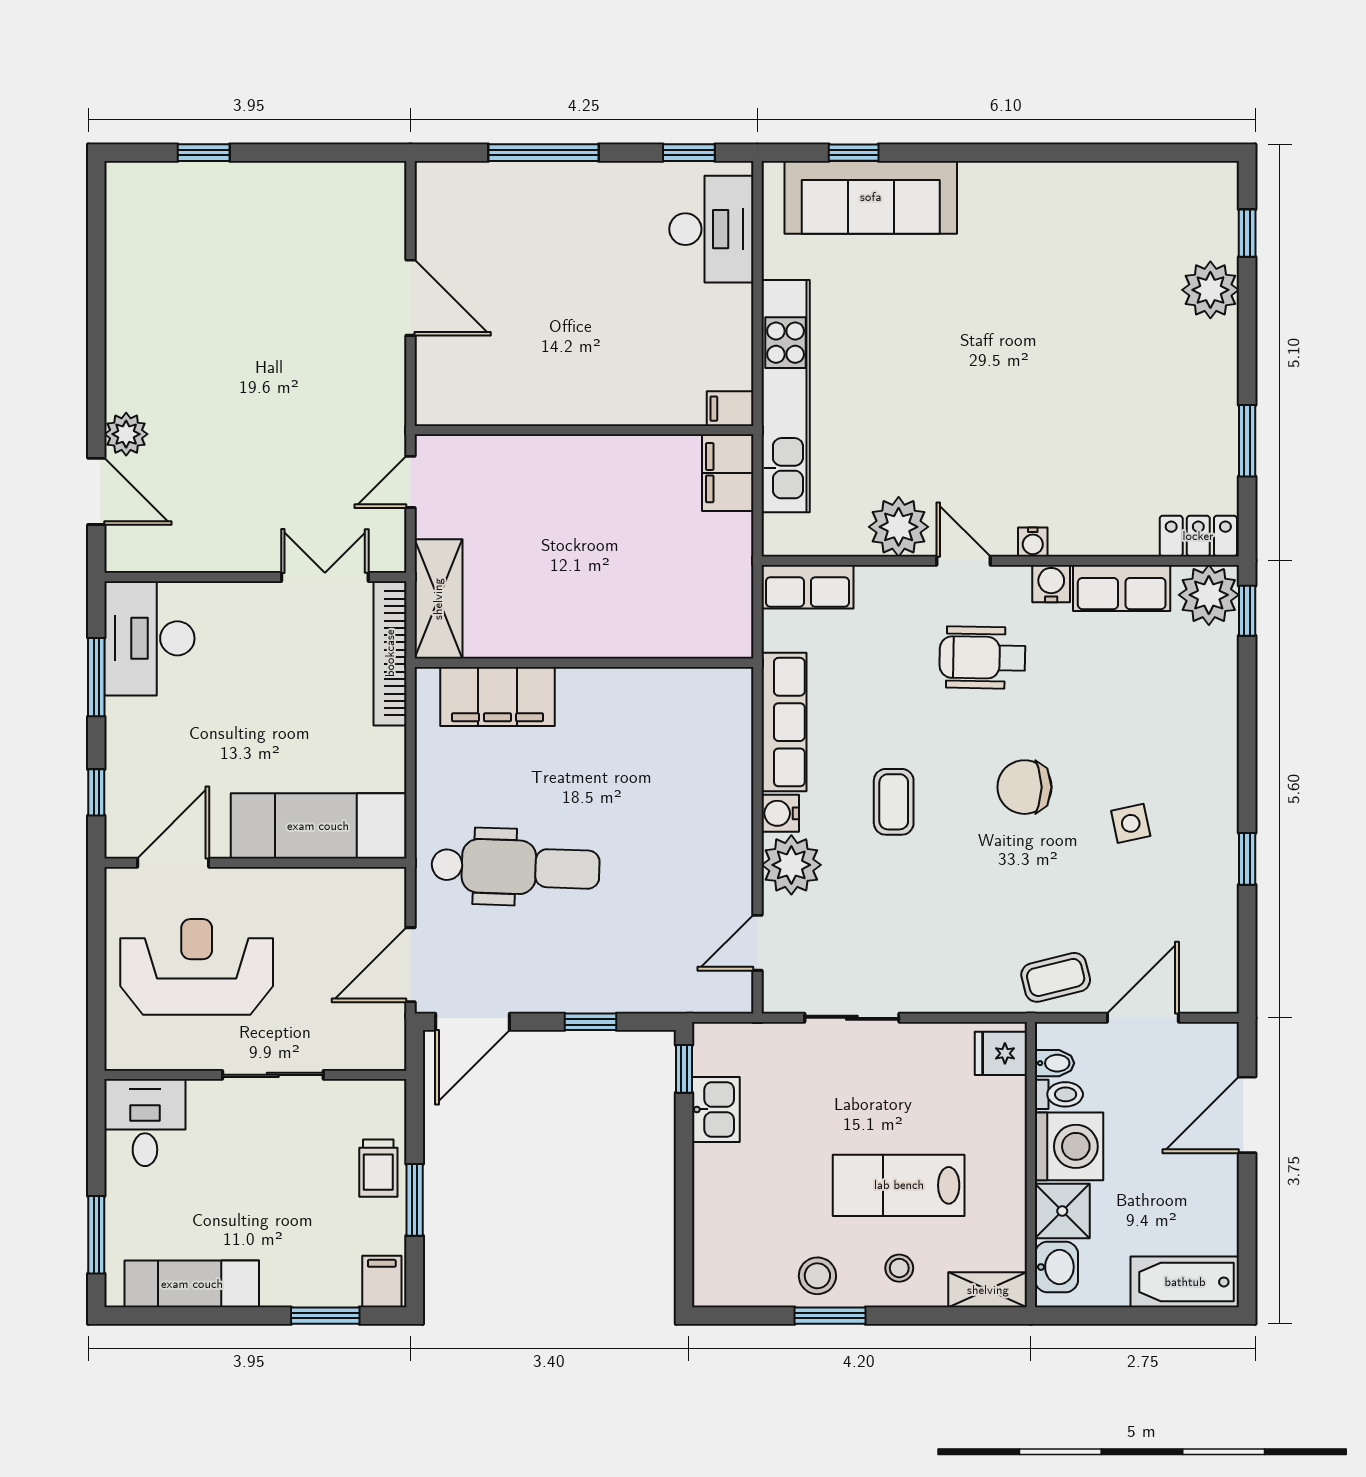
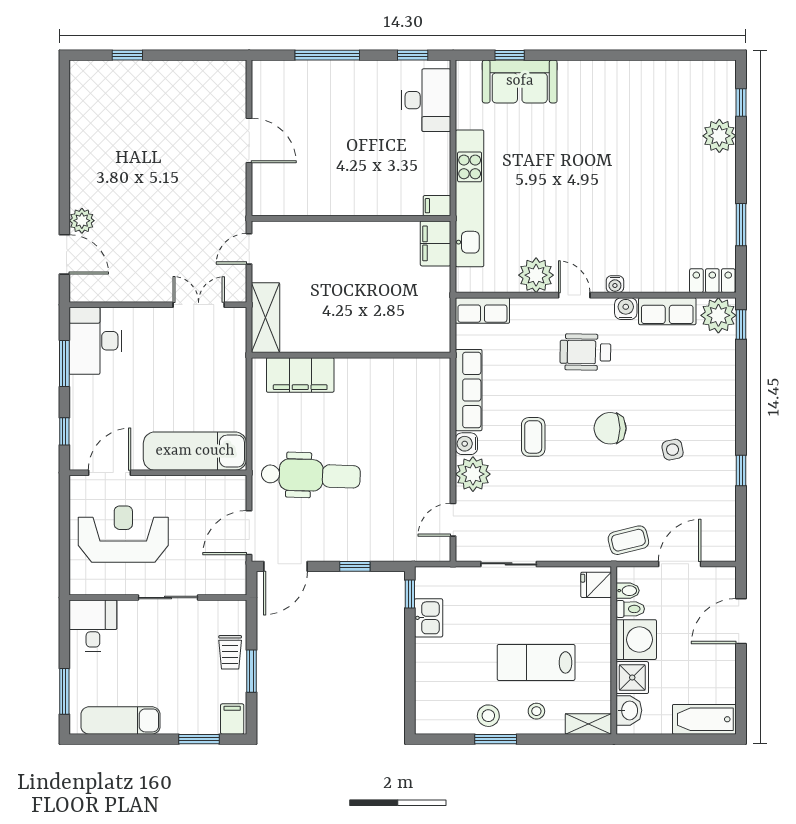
sofa: (871, 197) -> (520, 81), width x0.73
bookcase: (390, 653) -> (237, 350), removed

